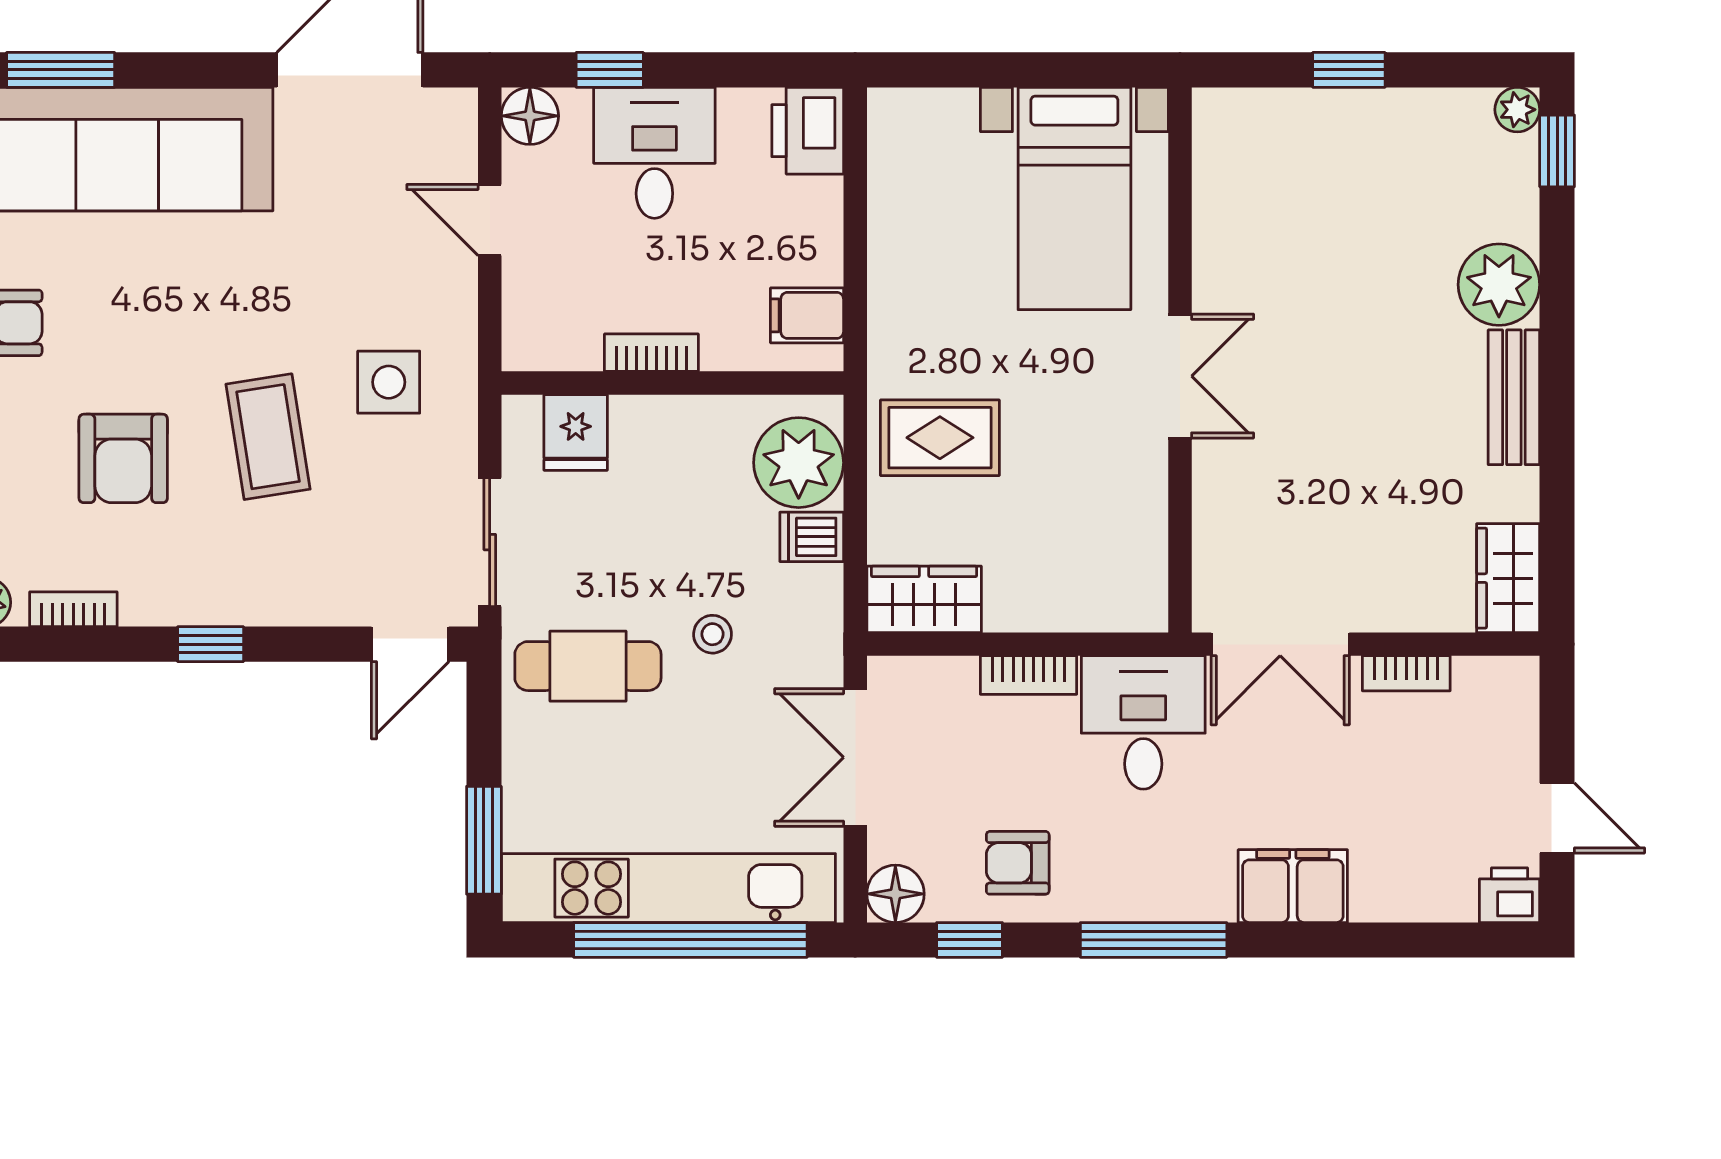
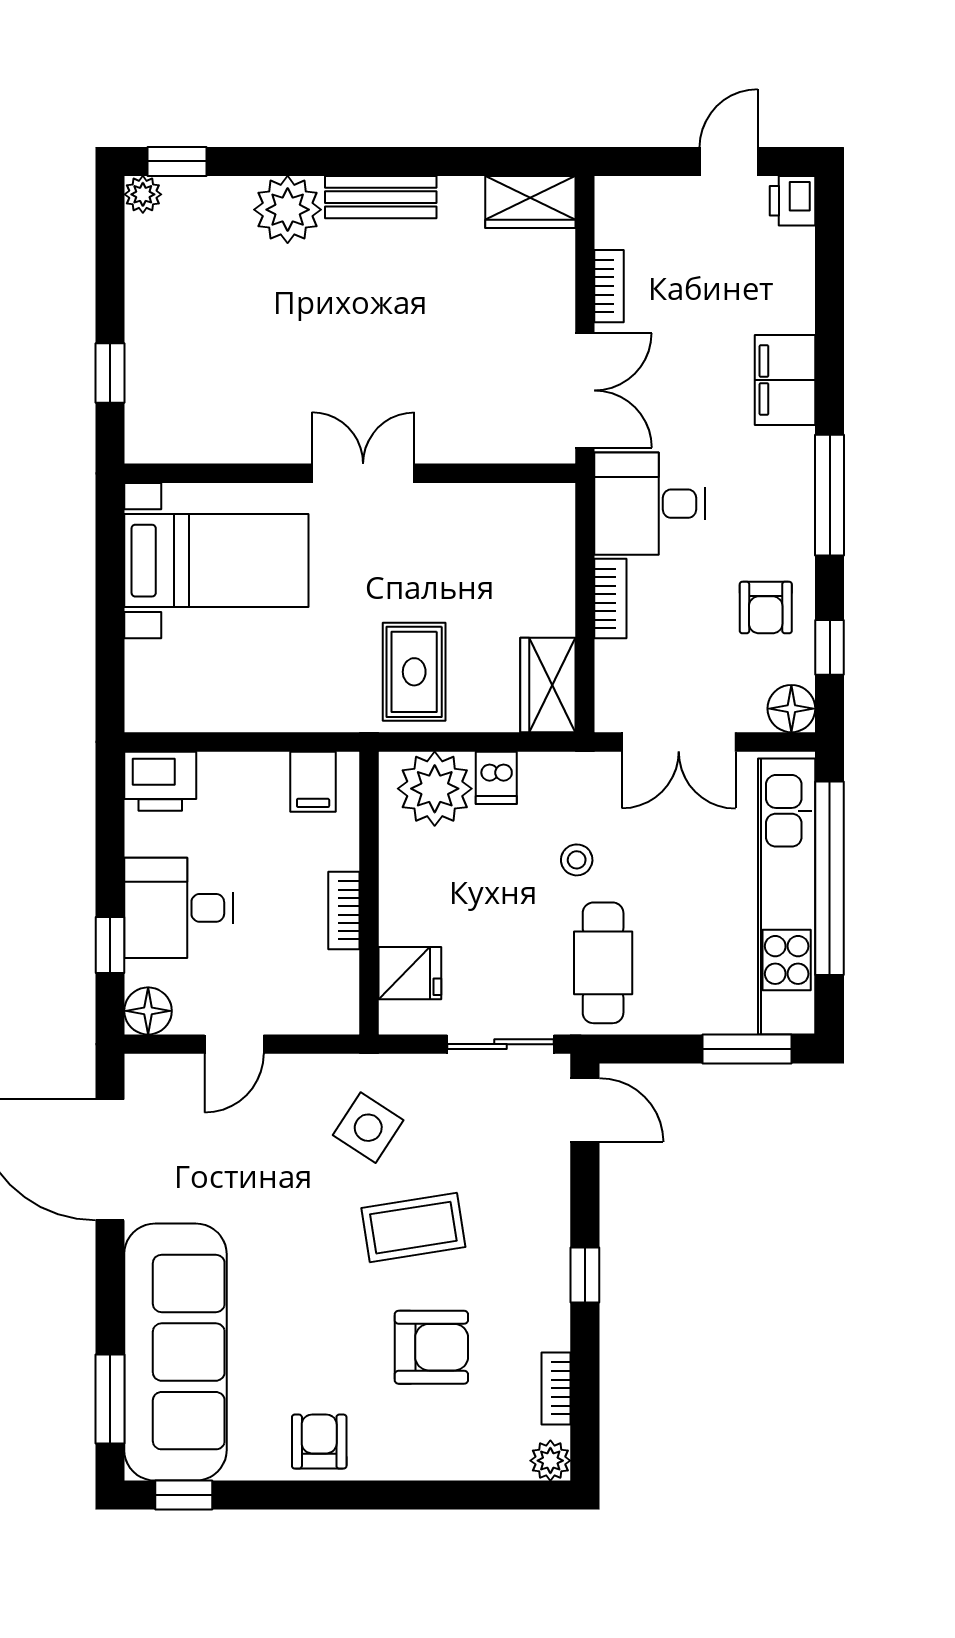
window: (1349, 70) -> (110, 373), moved
side table: (389, 382) -> (368, 1128), turned 33

